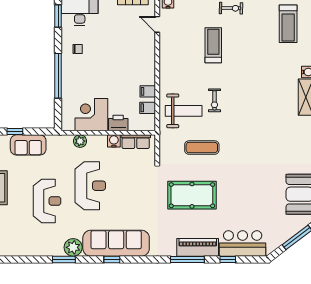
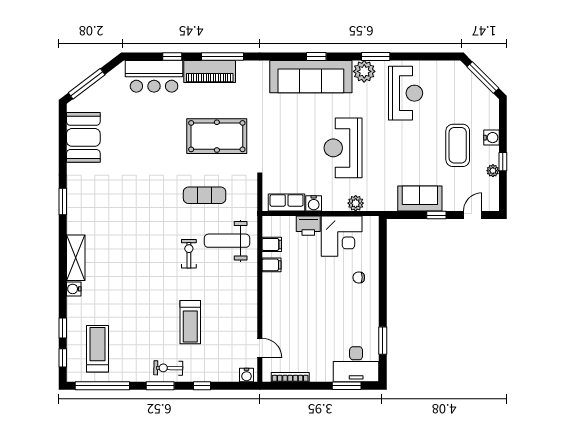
window: (58, 16) -> (383, 341), moved
chair: (78, 49) -> (359, 277), moved
window: (58, 76) -> (383, 284), removed
reception desk: (47, 201) -> (406, 93), moved, turned 180

